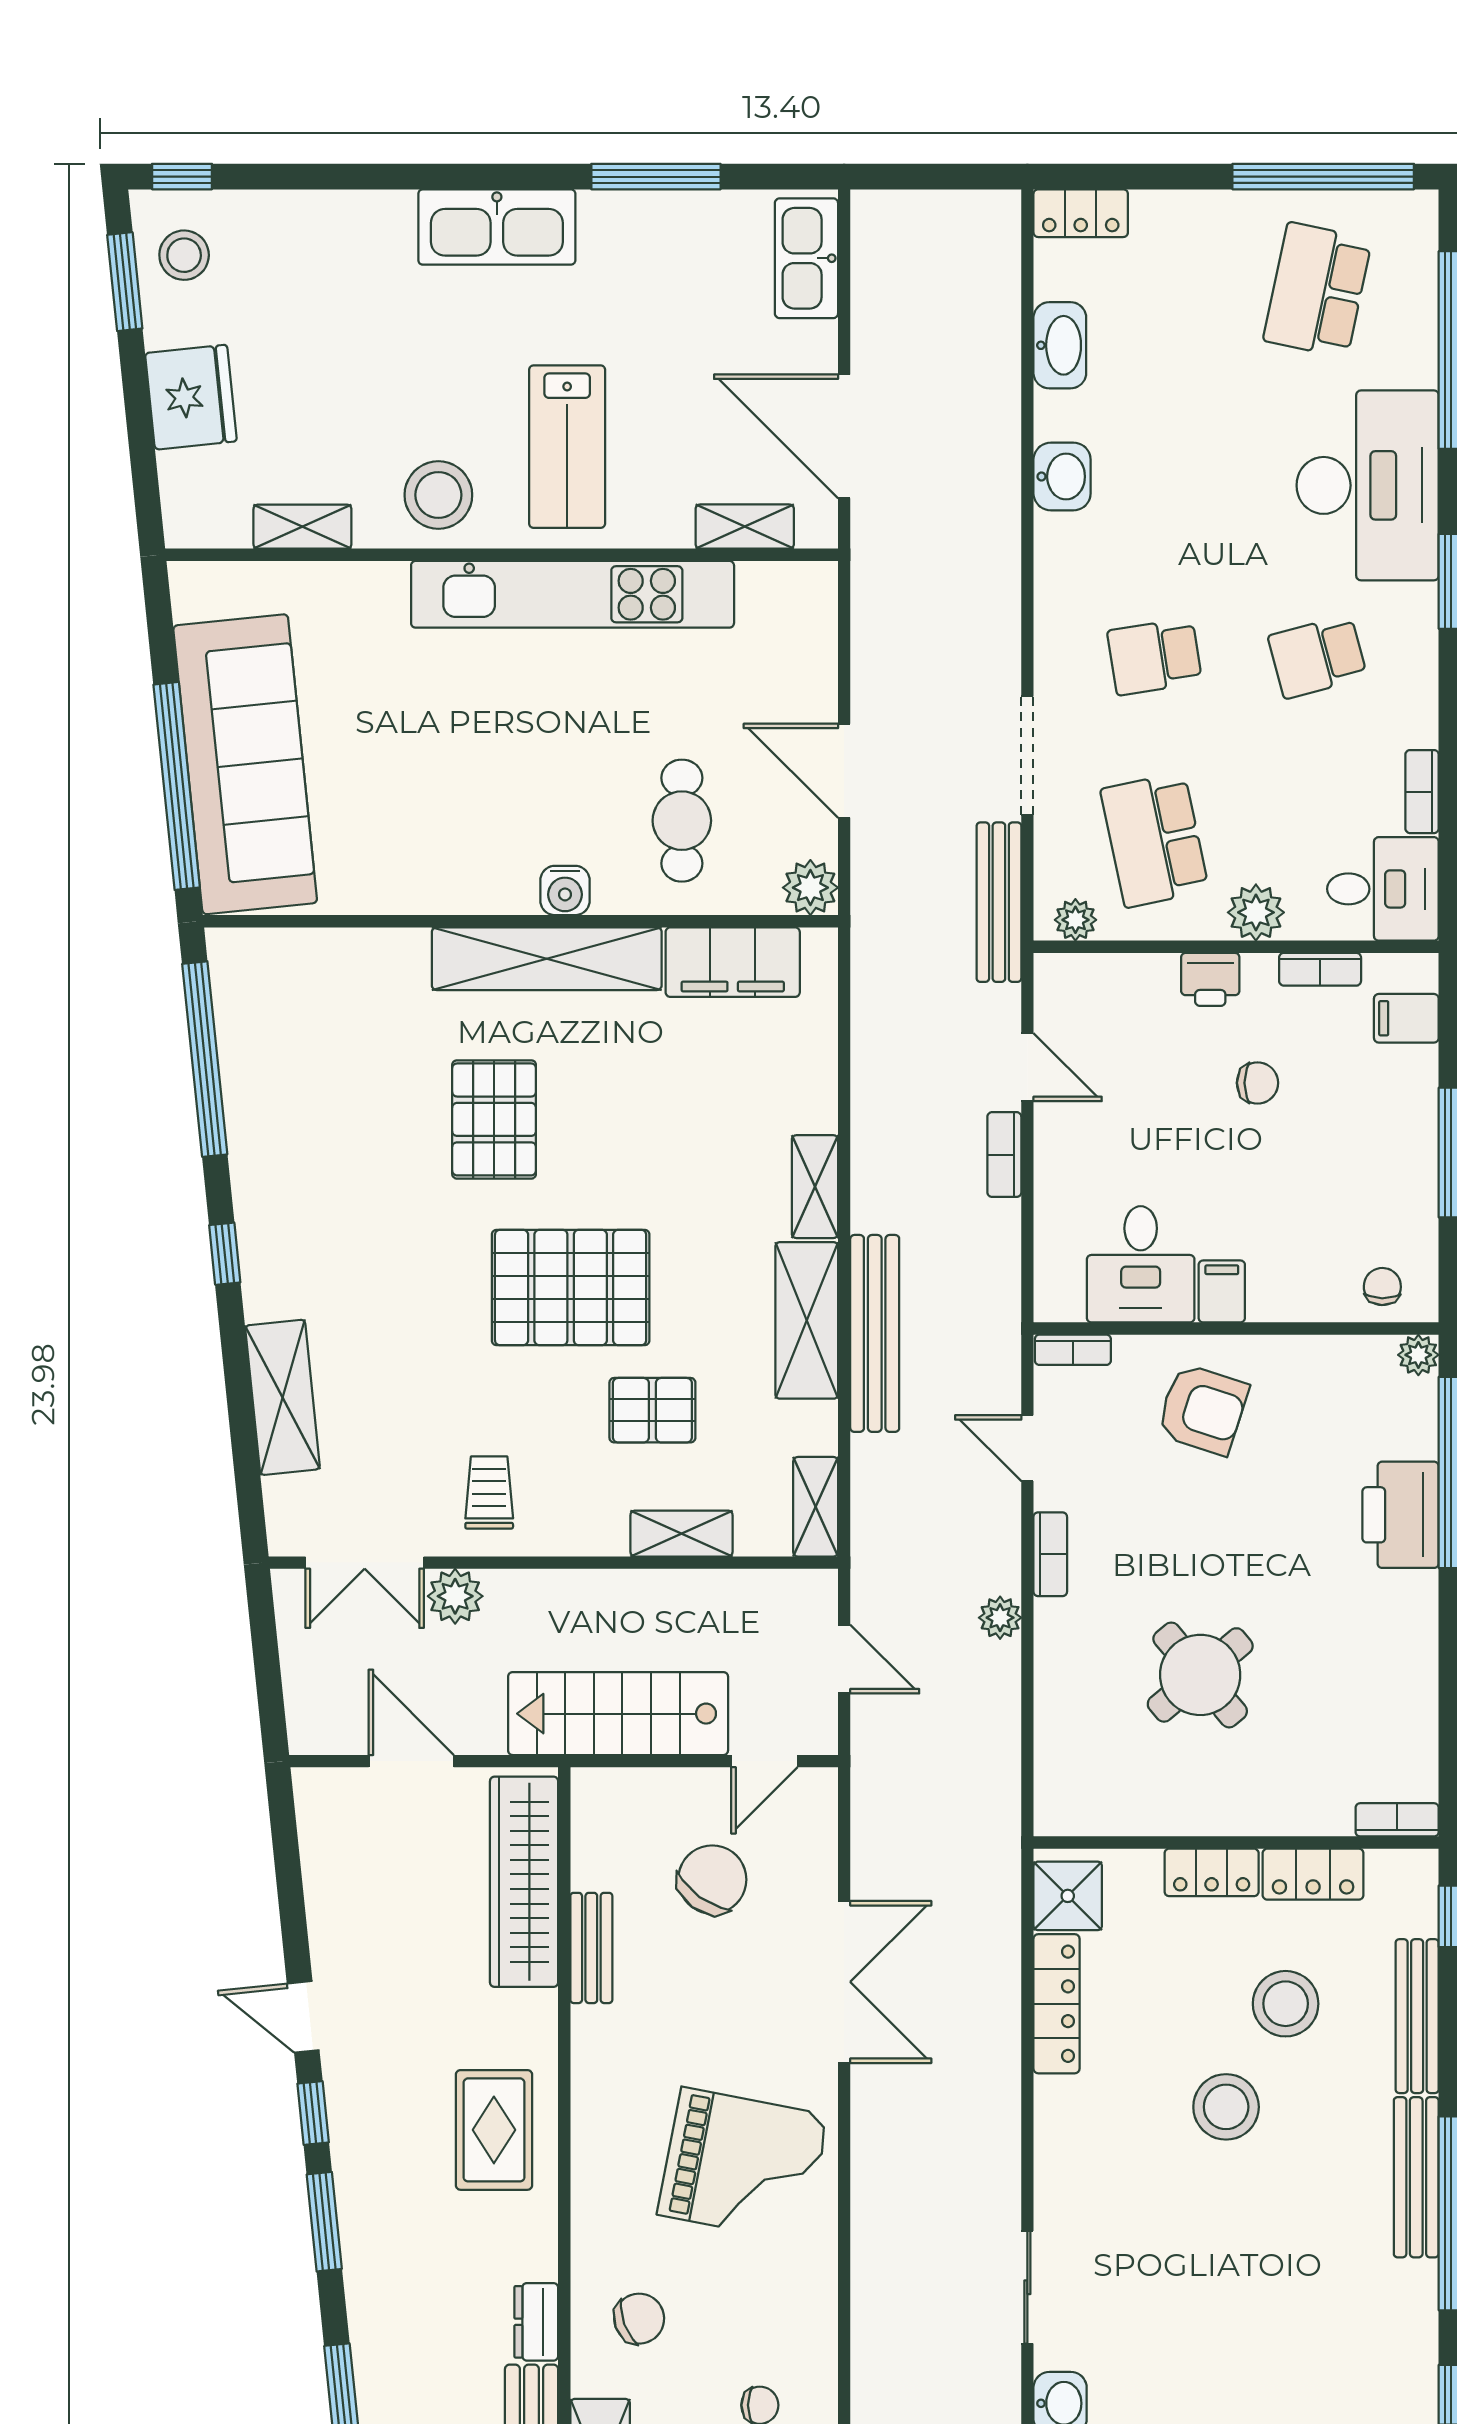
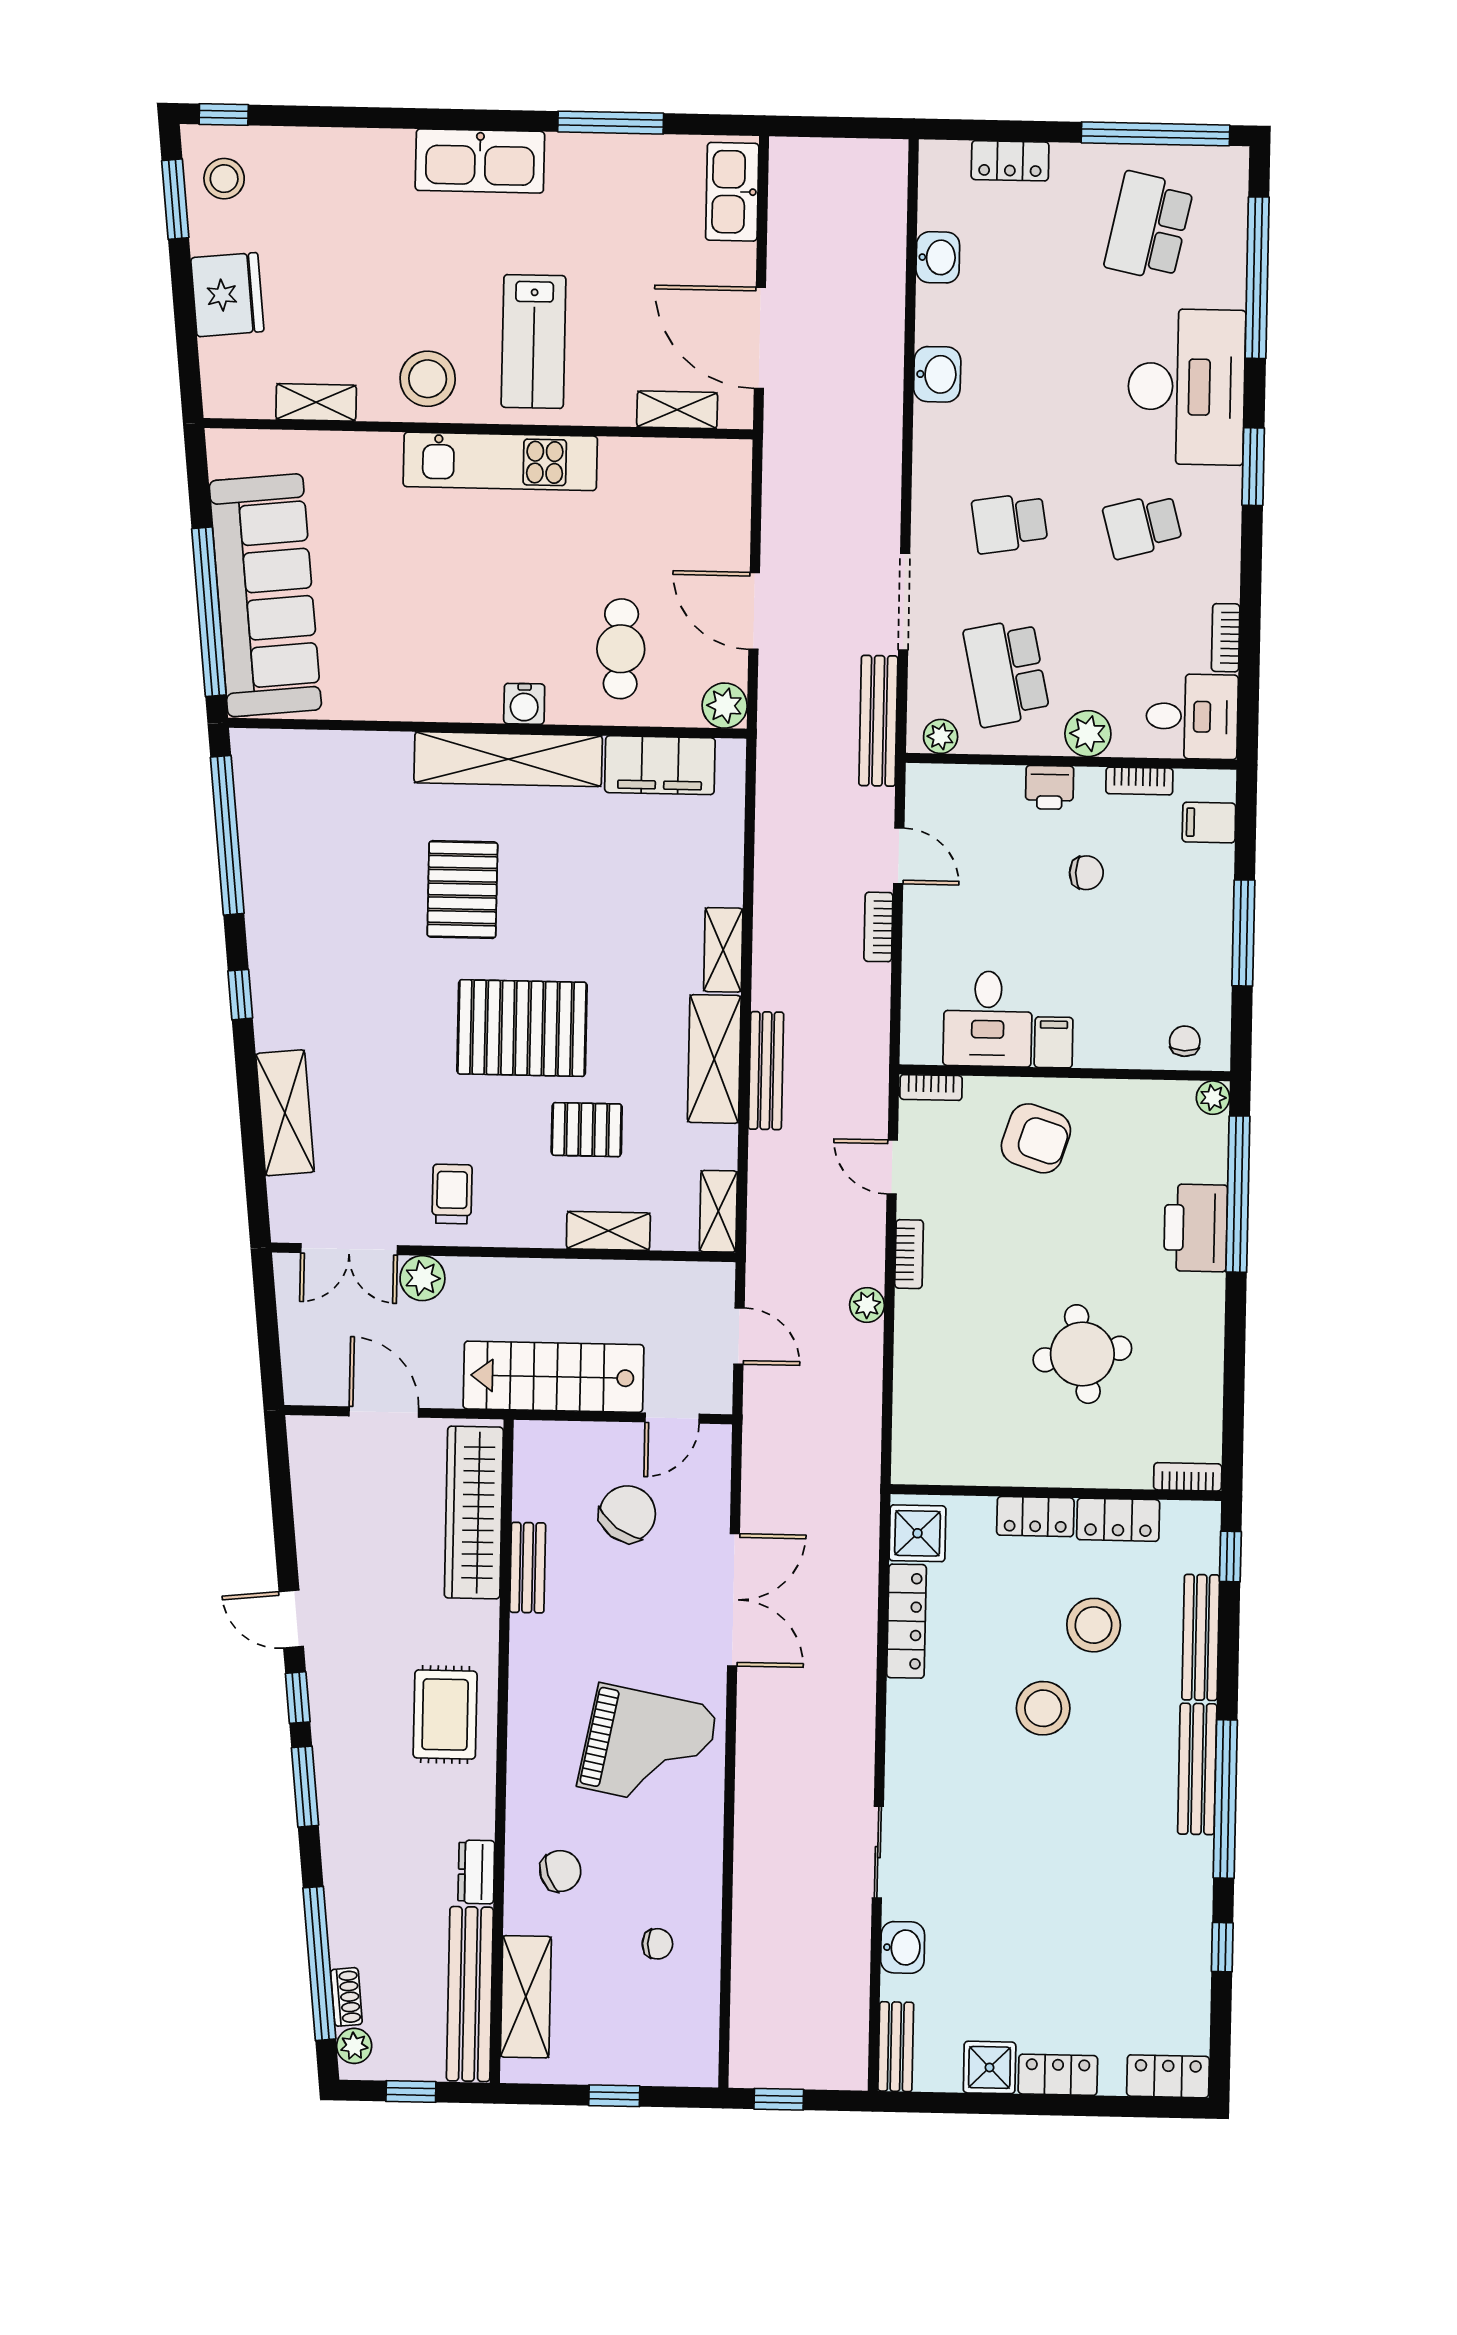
locker: (1081, 213) -> (1010, 161), moved
washbasin: (1060, 345) -> (938, 257), width x0.72
kitchen unit: (573, 594) -> (500, 461), width x0.73
bench: (875, 1333) -> (766, 1071), width x0.73, depth x0.82
round table: (1200, 1675) -> (1082, 1354), moved, turned 30

